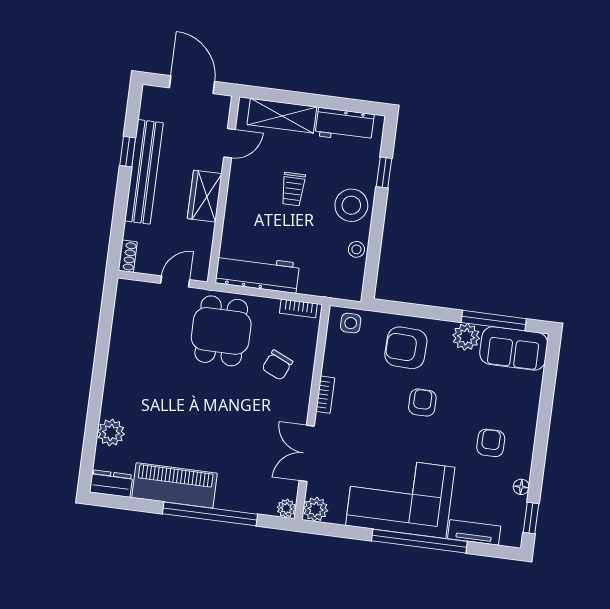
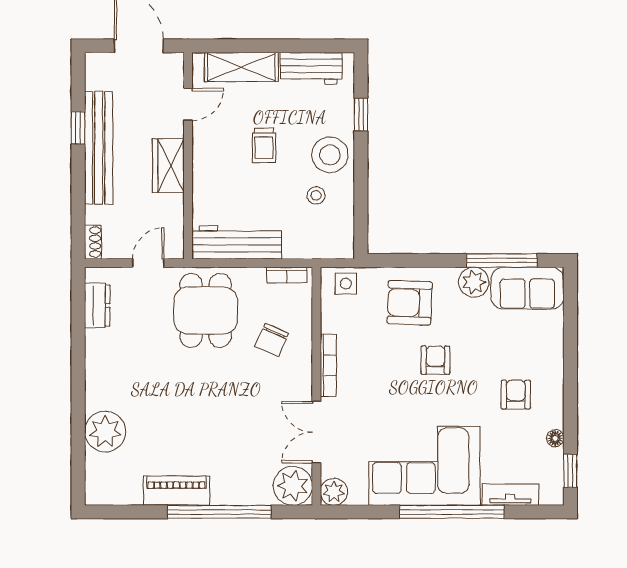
stool: (356, 249) -> (316, 195), moved
bookcase: (325, 395) -> (328, 365), width x1.56
plant: (111, 433) -> (105, 432), width x1.36, depth x1.36
dresser: (111, 484) -> (97, 305), moved, turned 90
piano: (174, 485) -> (176, 491), width x0.73, depth x0.75
plant: (286, 508) -> (293, 486), width x1.88, depth x1.88

